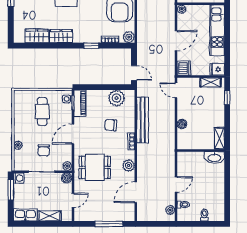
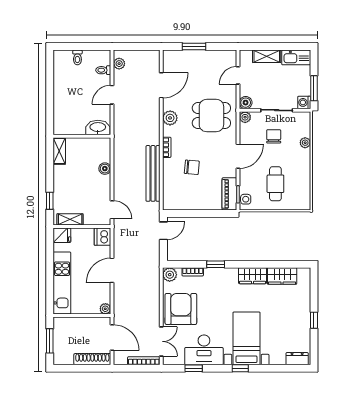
door: (134, 73) -> (163, 231), swing flipped
plant: (116, 98) -> (185, 200), removed
washbasin: (214, 158) -> (98, 127), moved
window: (109, 224) -> (194, 47), width x0.69

